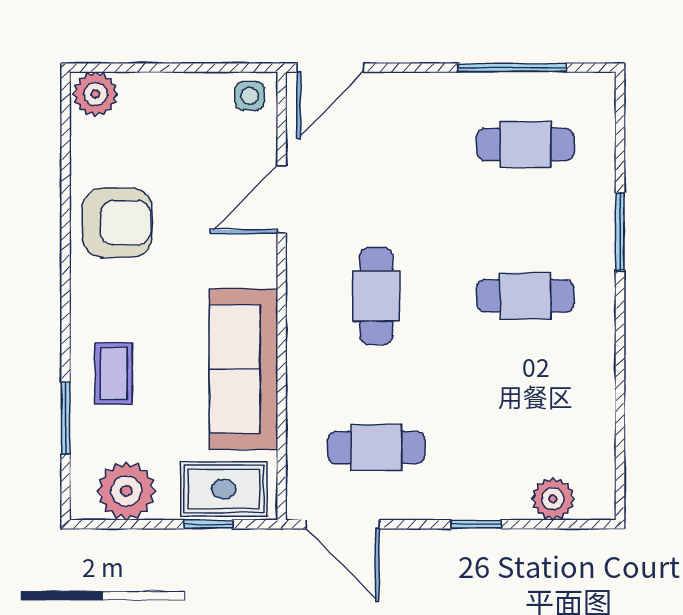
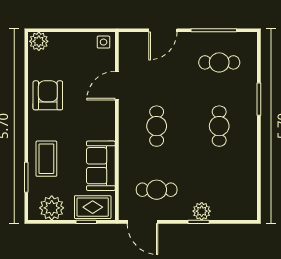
door: (330, 68) -> (163, 30), moved
armchair: (117, 223) -> (48, 95), turned -90
cafe table: (525, 296) -> (219, 126), turned 90
sofa: (243, 369) -> (101, 166), width x0.73
coffee table: (114, 374) -> (46, 159), width x1.36, depth x1.30
plant: (553, 499) -> (202, 211), moved

